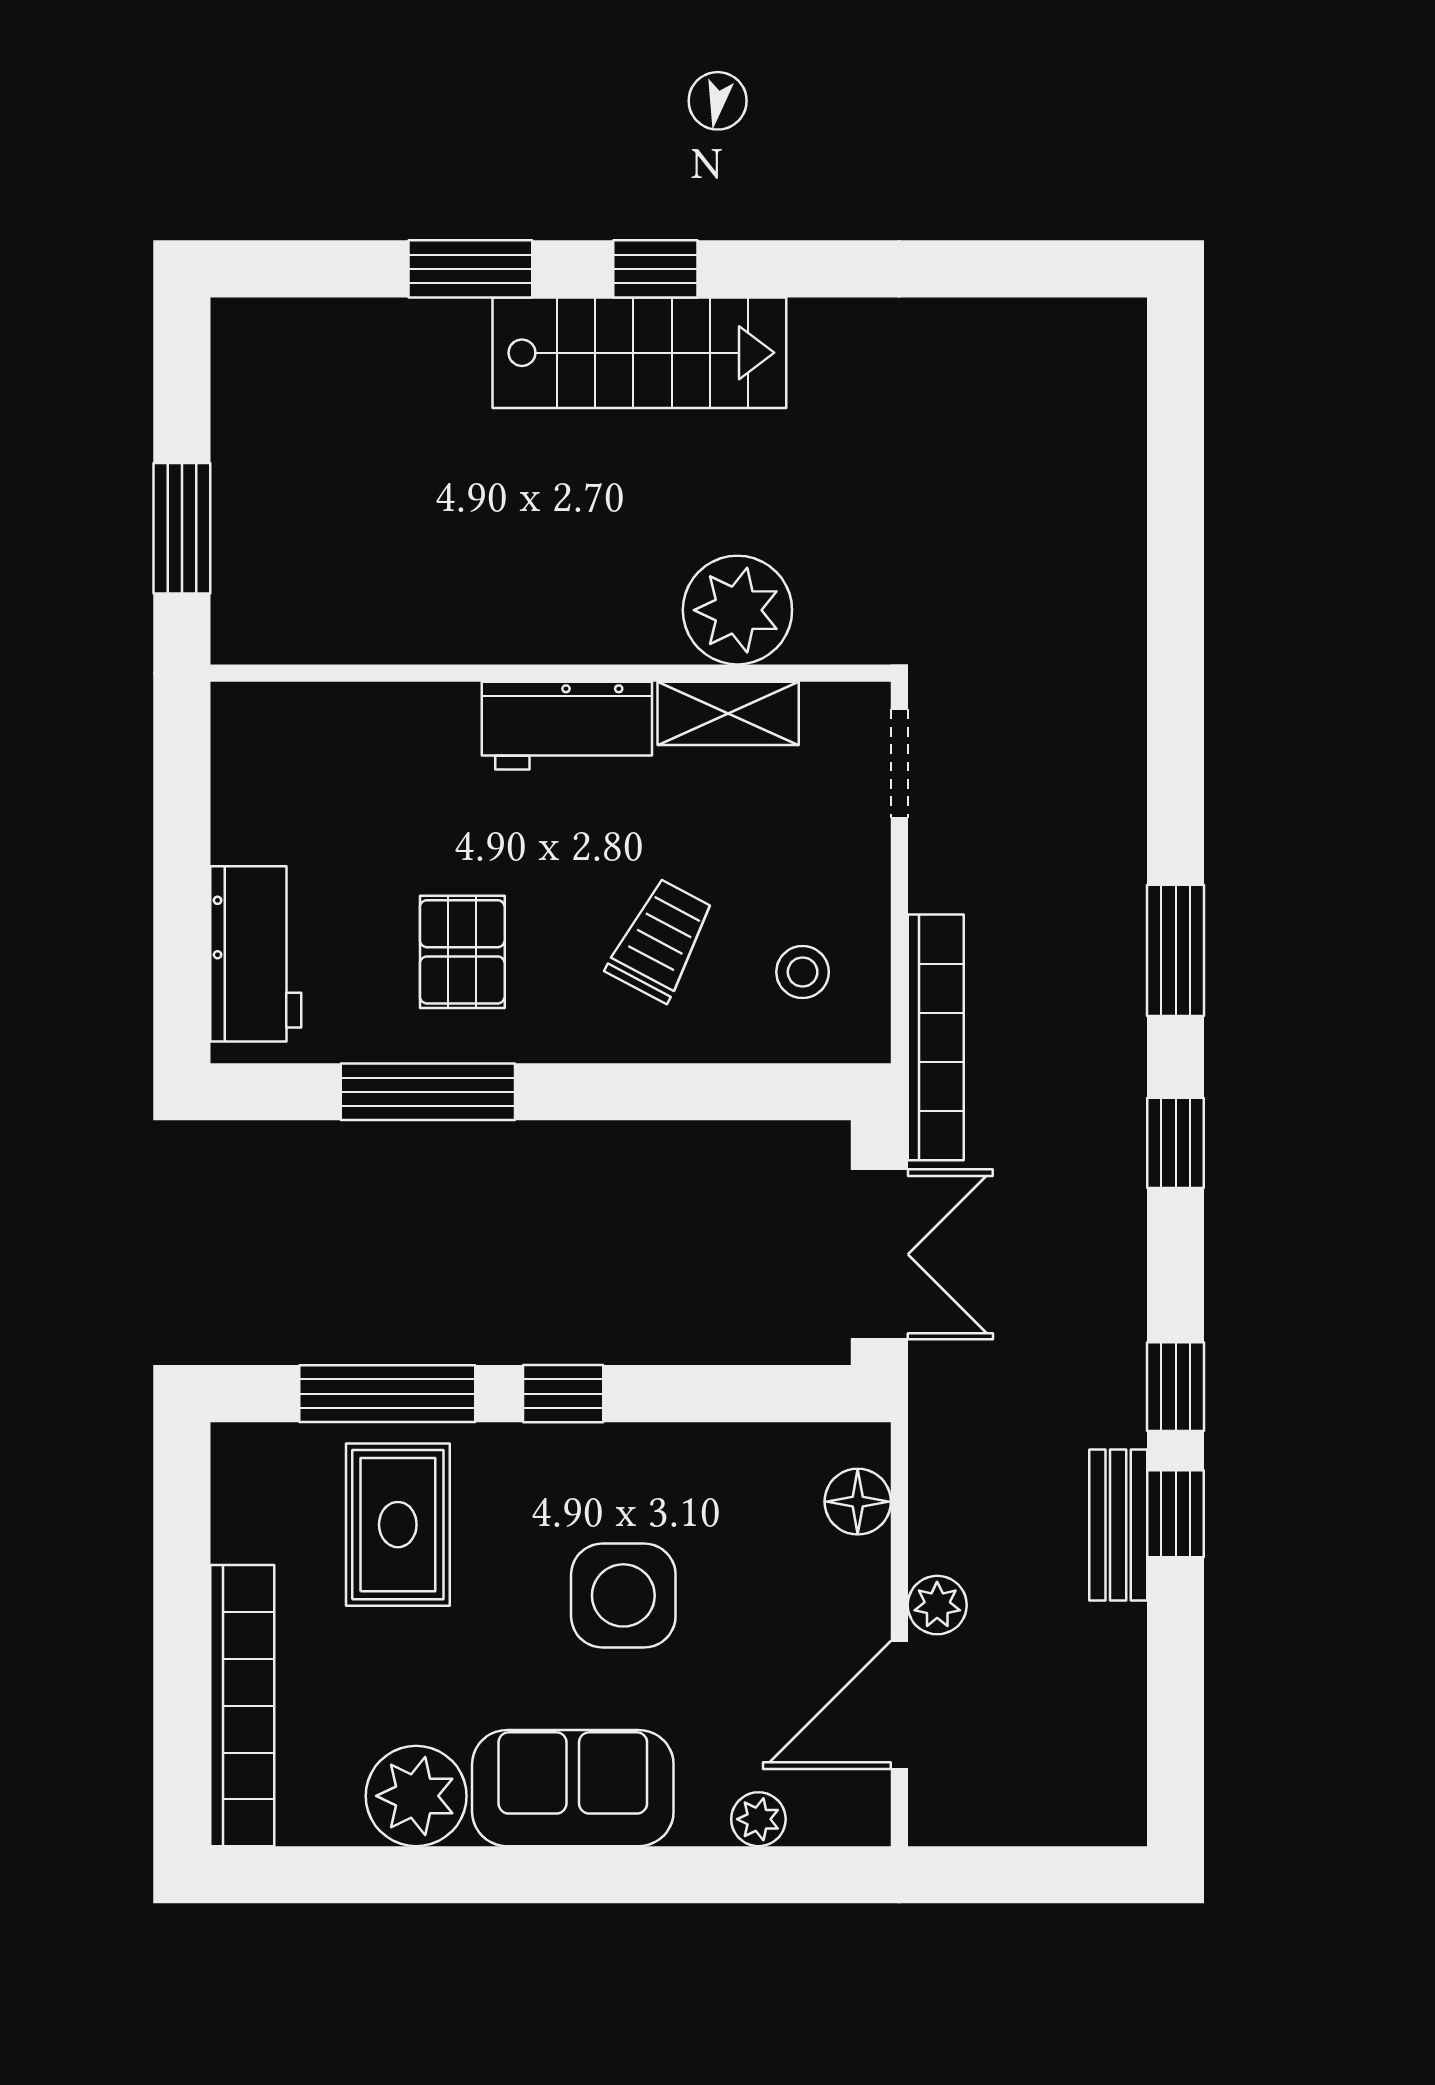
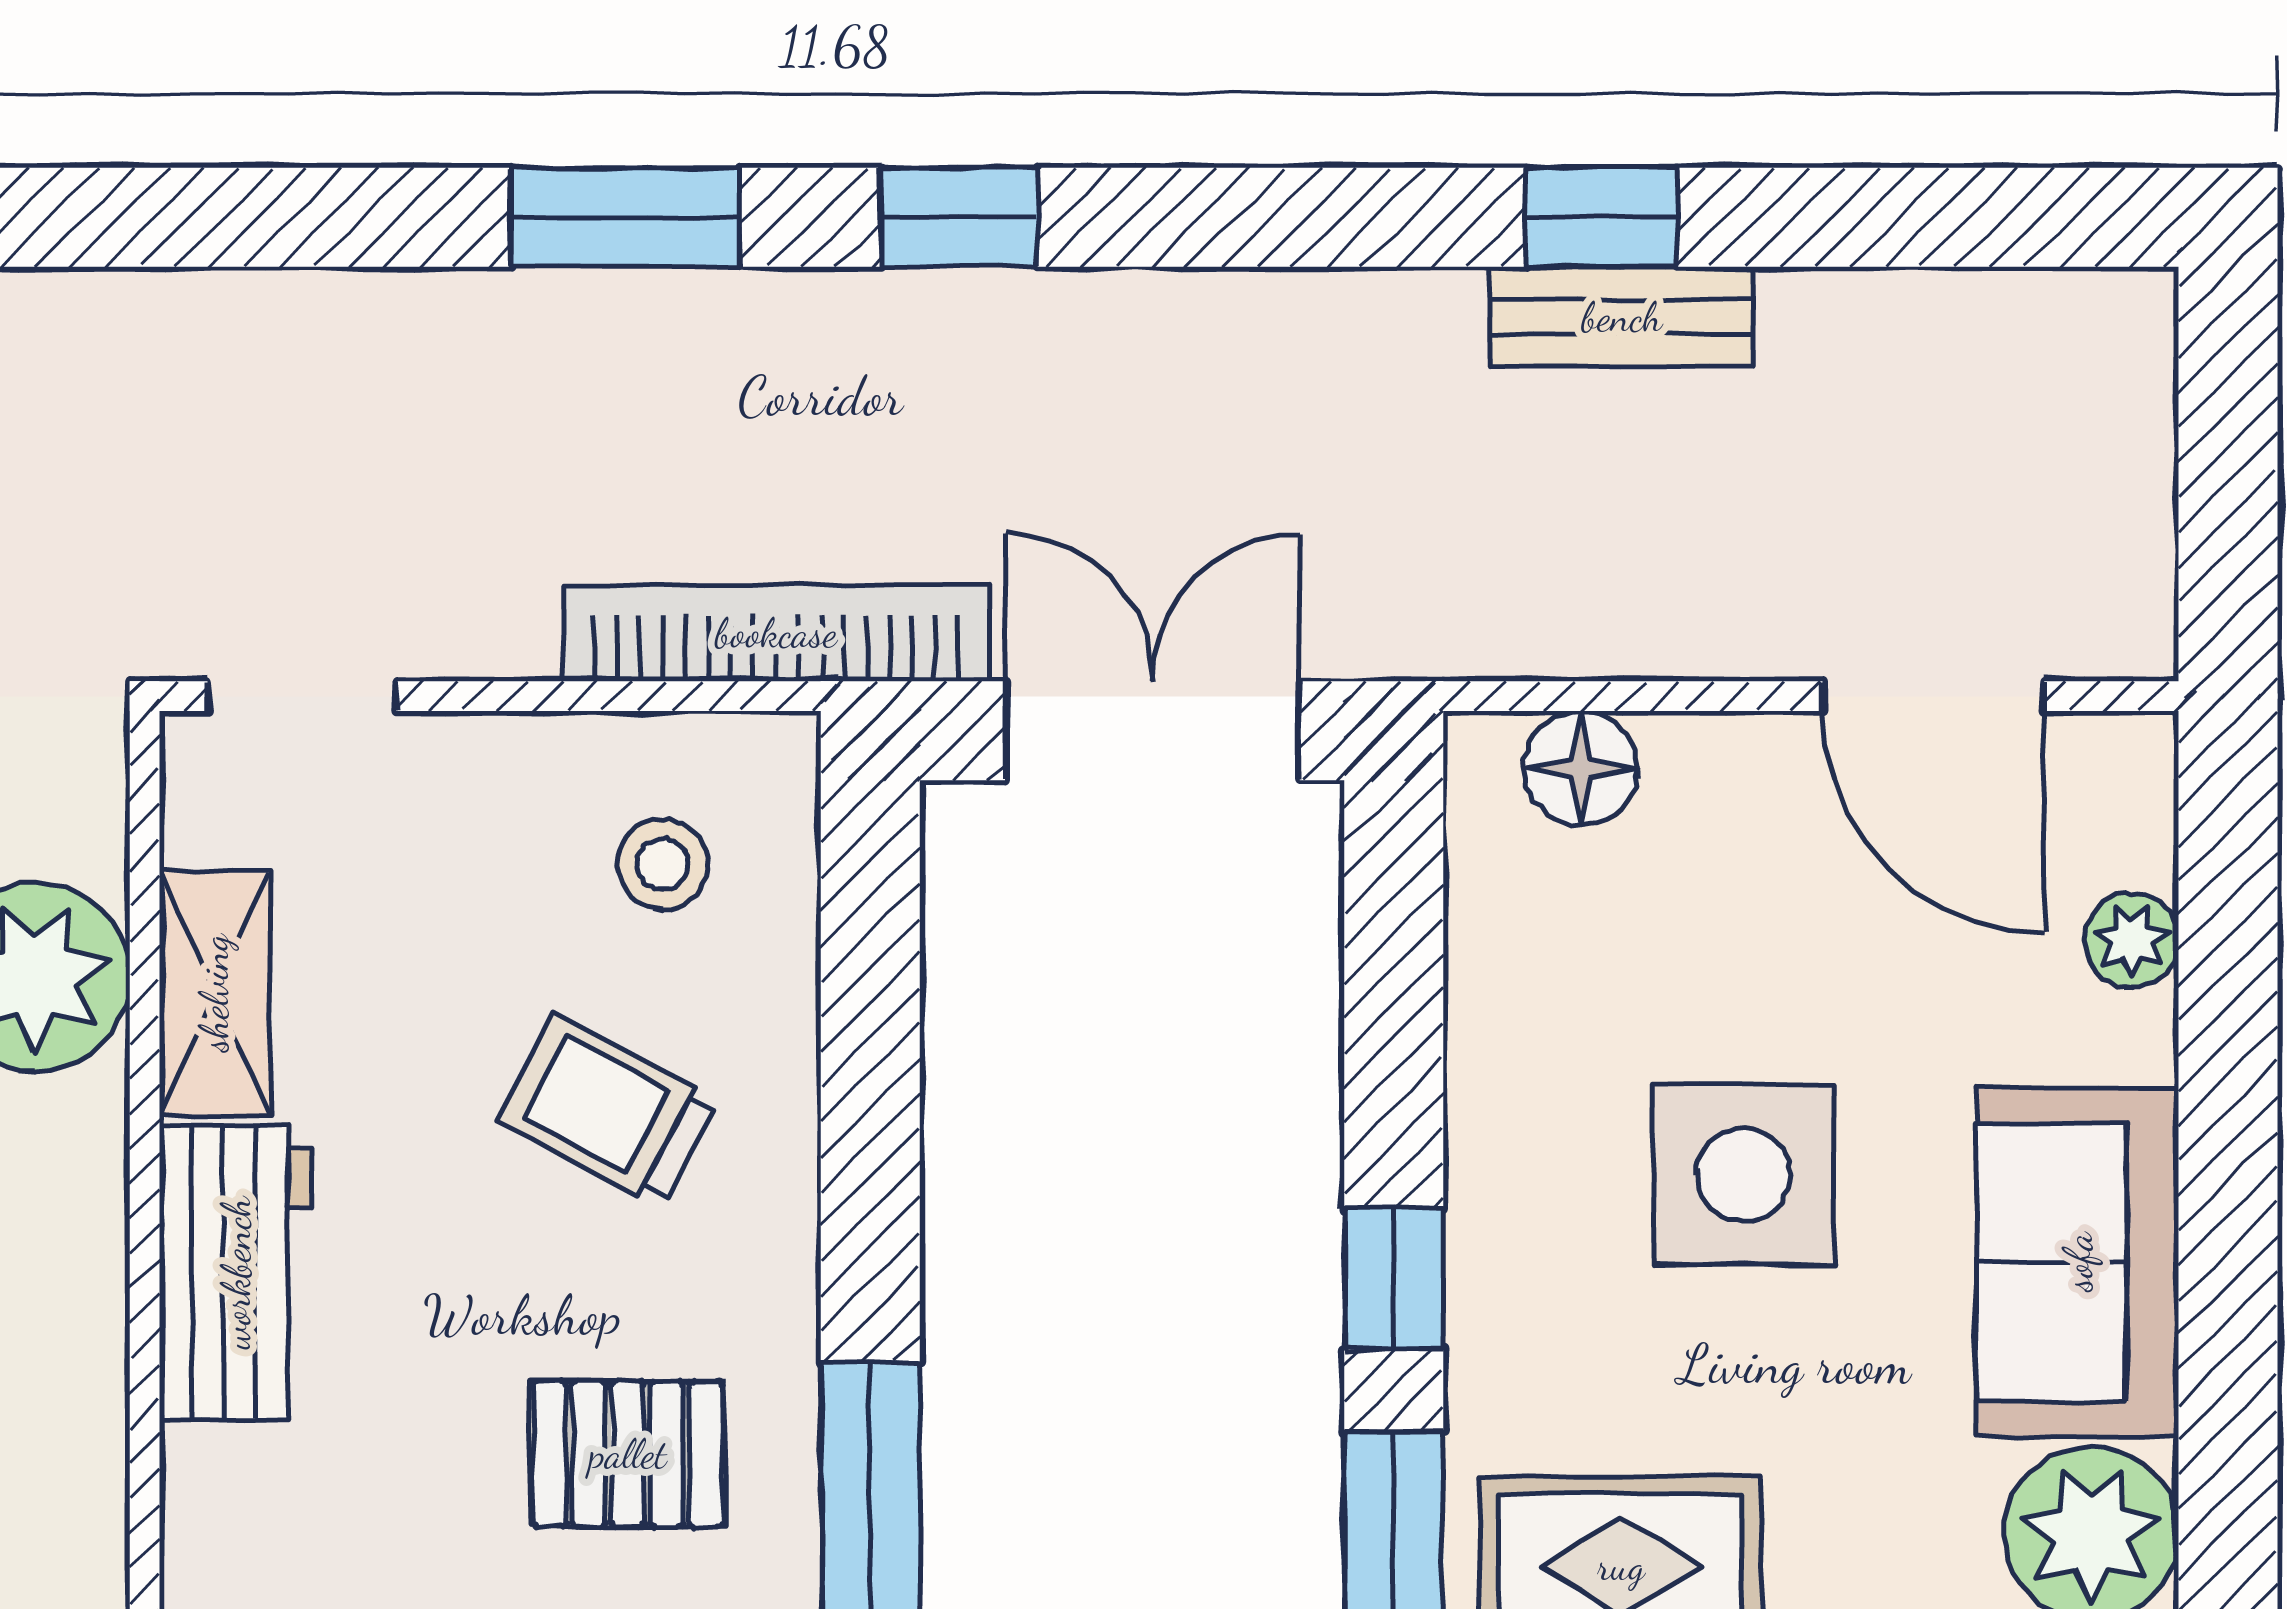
window: (1176, 1387) -> (1382, 217), removed
plant: (937, 1605) -> (1760, 630), removed

